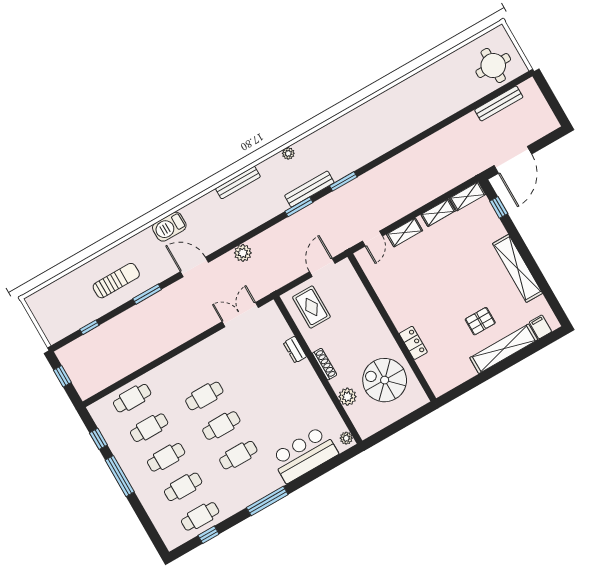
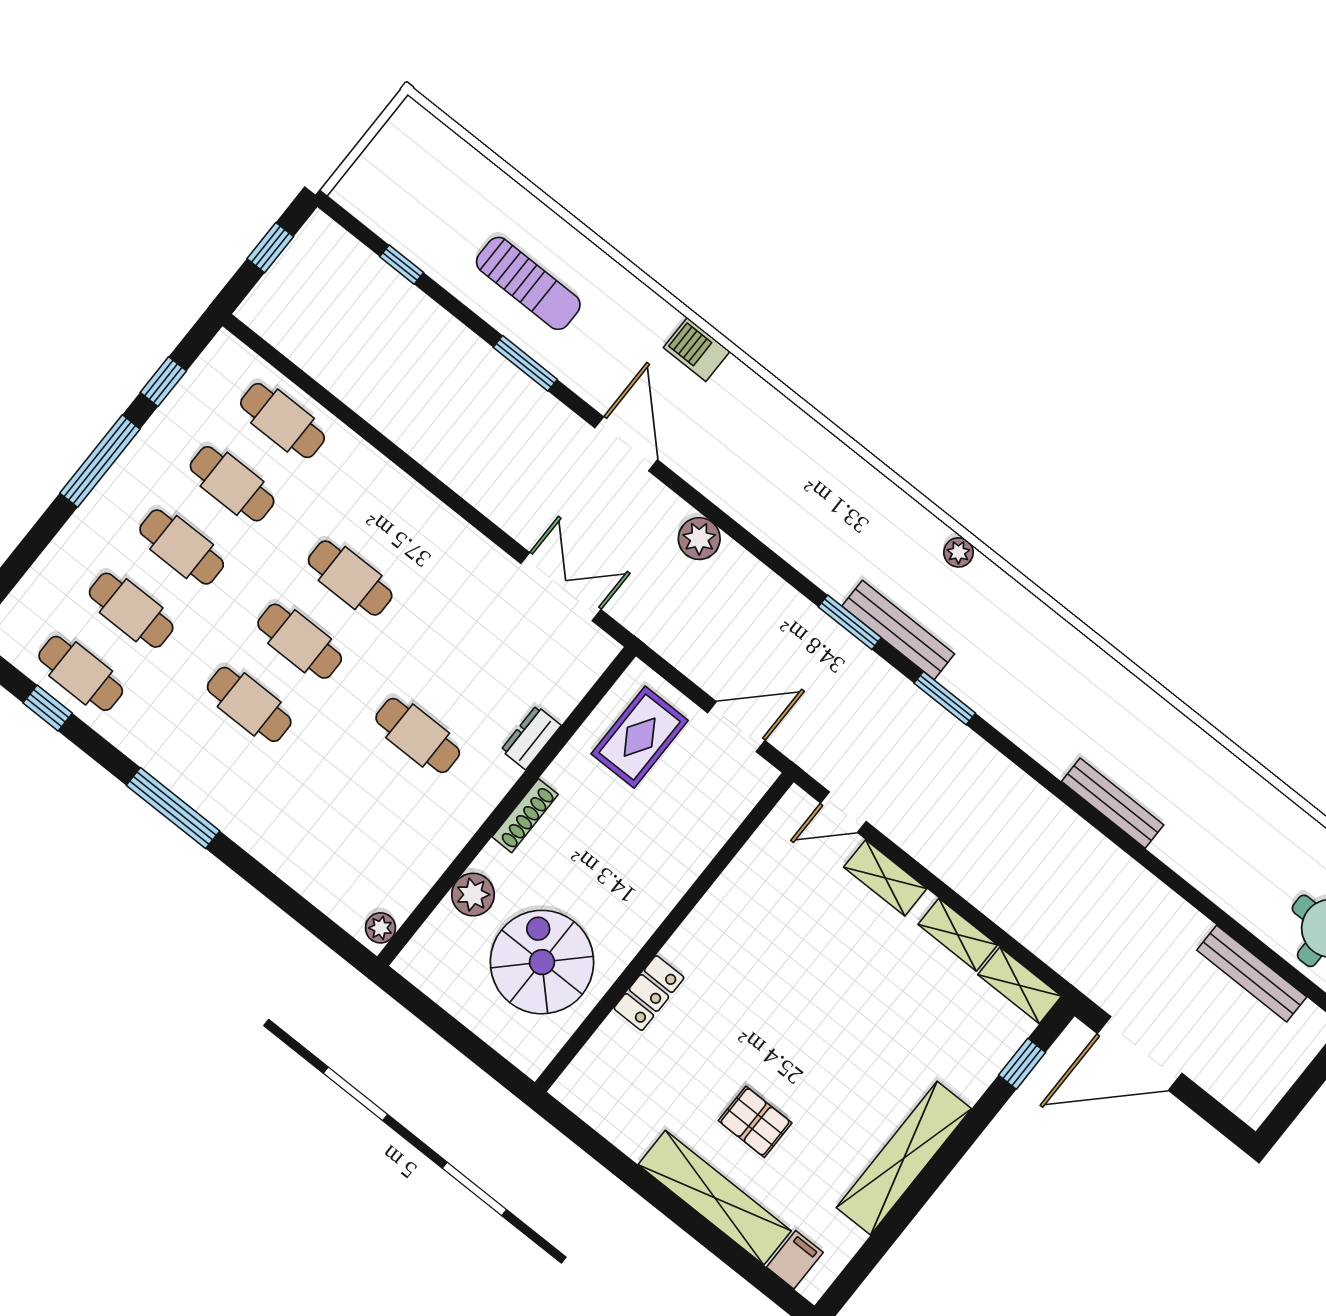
bench: (238, 183) -> (1113, 803), moved
barbecue: (169, 227) -> (697, 350), width x0.73, depth x0.79
cafe table: (277, 394) -> (418, 735), added
bar counter: (304, 455) -> (308, 850), removed

